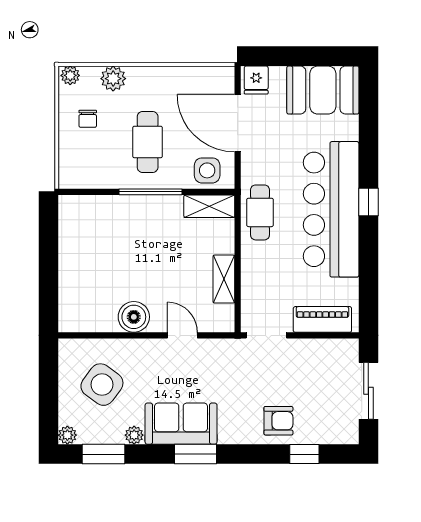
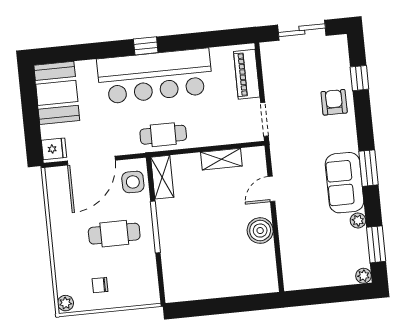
plant: (113, 79) -> (65, 267), removed
chair: (88, 119) -> (100, 285), turned 180
side table: (102, 385) -> (319, 251), removed

